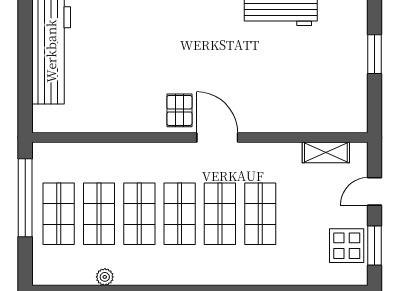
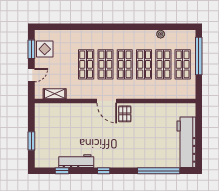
window: (25, 198) -> (199, 56), moved

